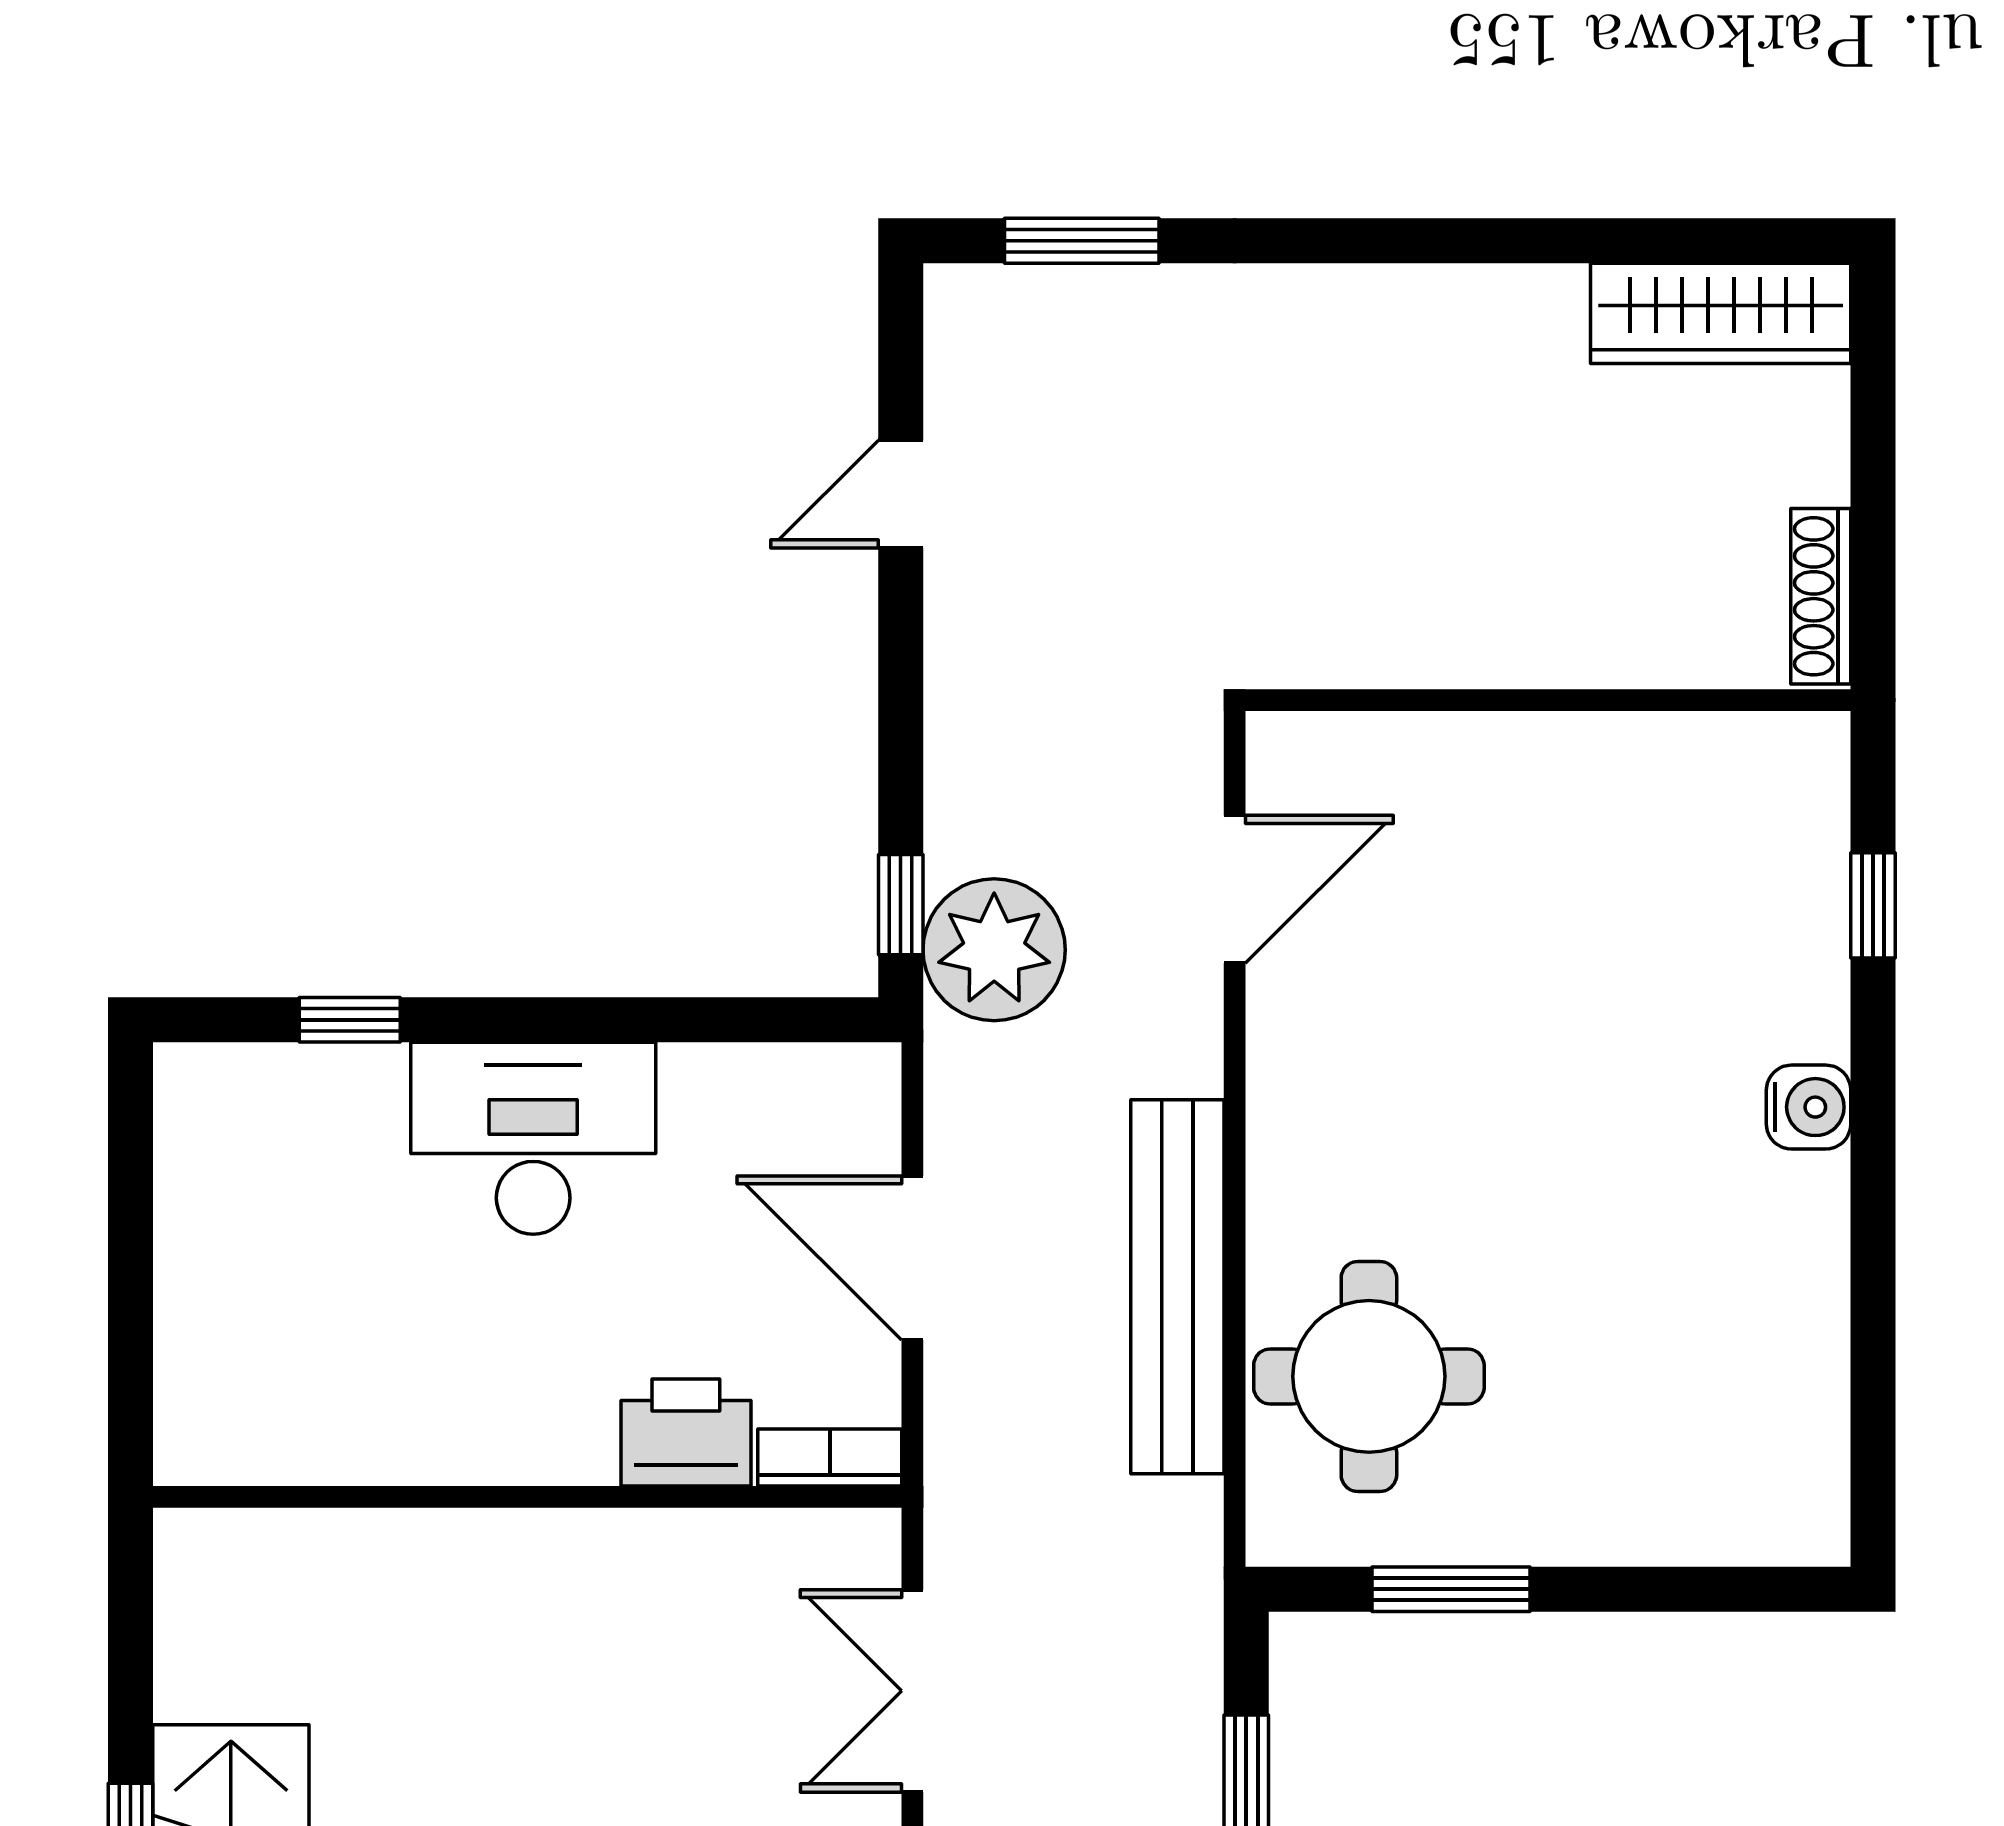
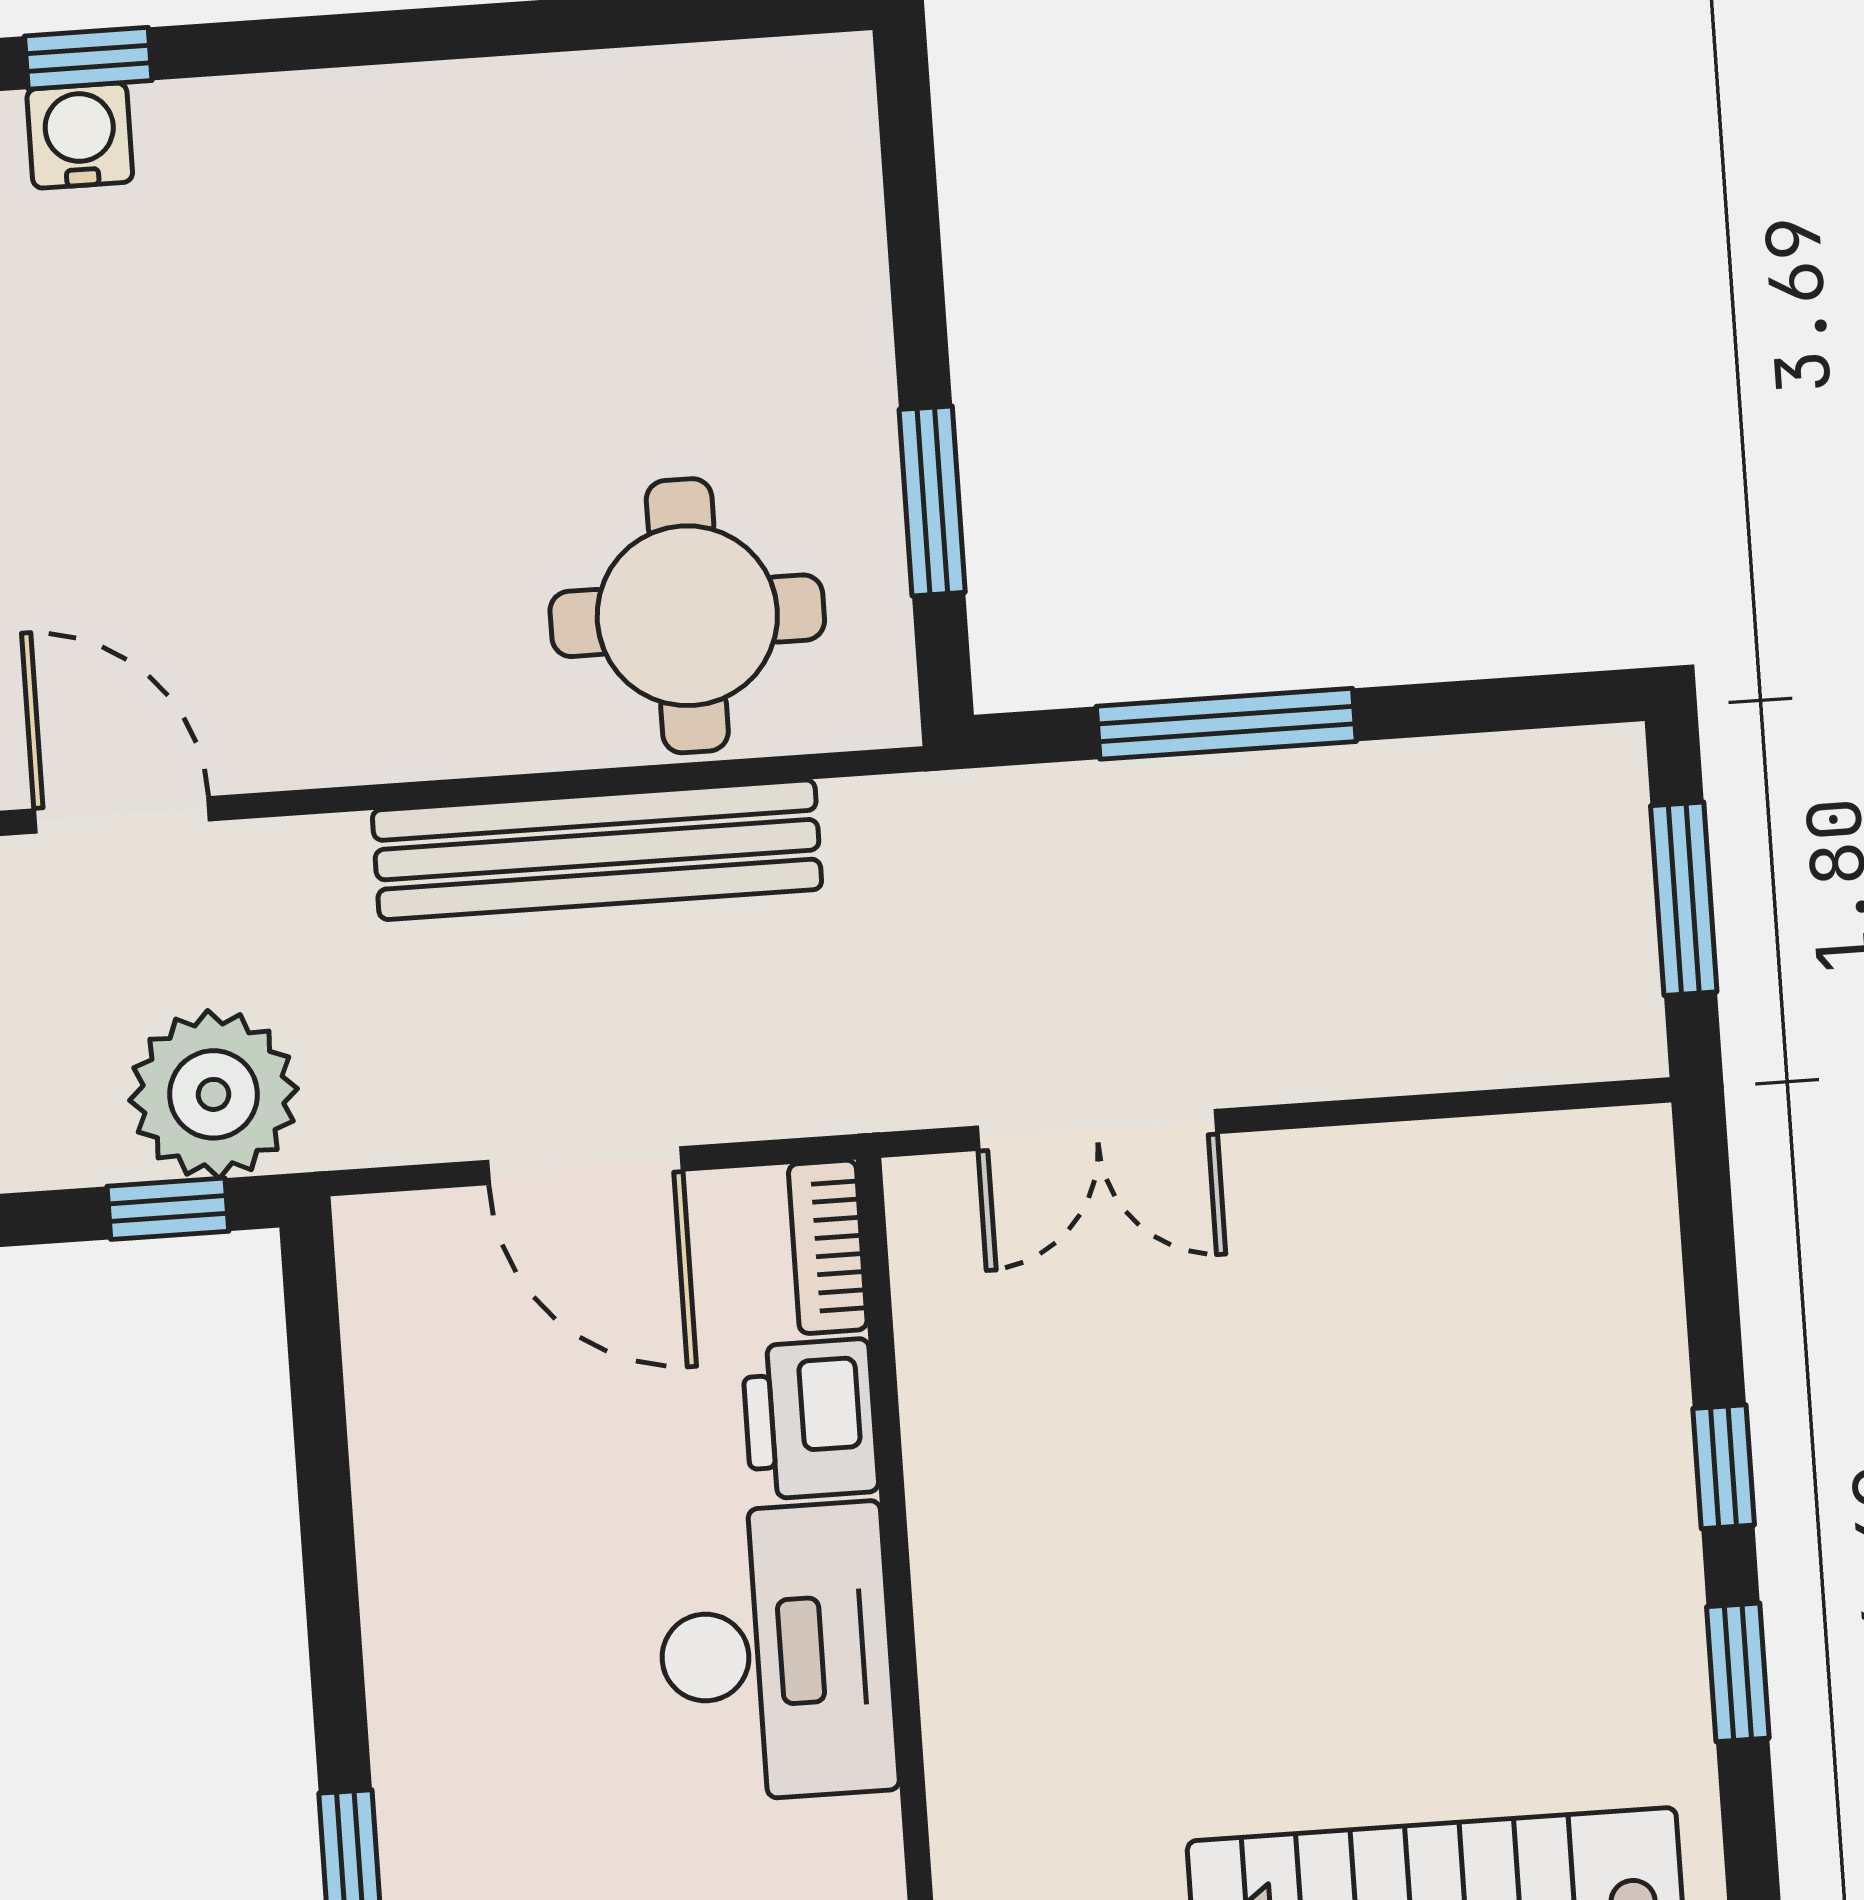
water cooler: (1809, 1107) -> (80, 135), moved
desk: (533, 1138) -> (776, 1653), moved, turned 180
door: (912, 1258) -> (585, 1166), hinge flipped

